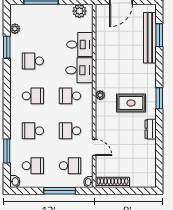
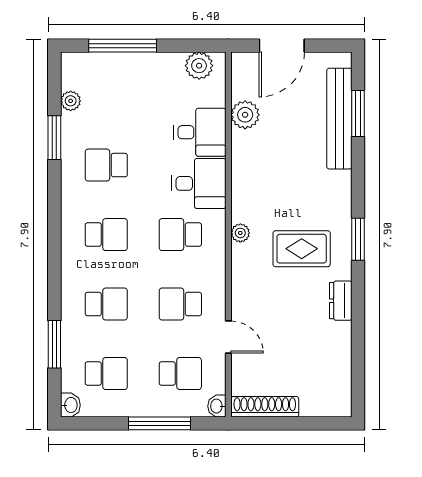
plant: (103, 36) -> (245, 115), added
school desk: (33, 131) -> (106, 304), turned 180

